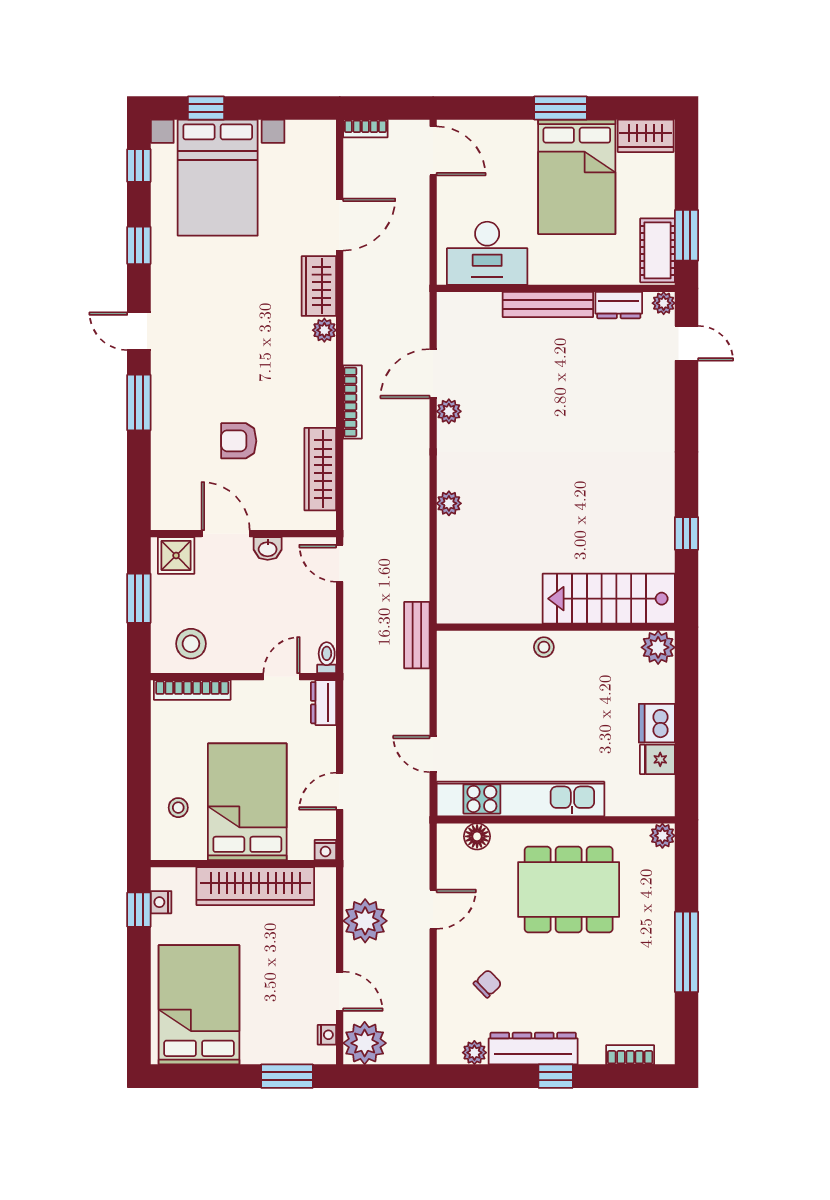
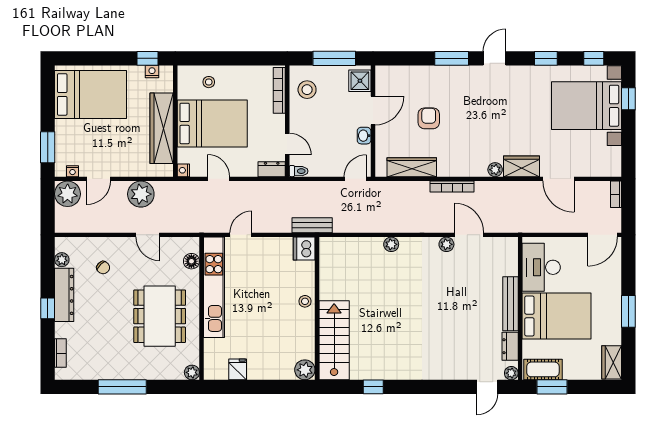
bed: (577, 177) -> (557, 316), moved, turned 180
window: (139, 598) -> (334, 58), width x1.44
dishwasher: (657, 723) -> (304, 249), moved, turned -90

